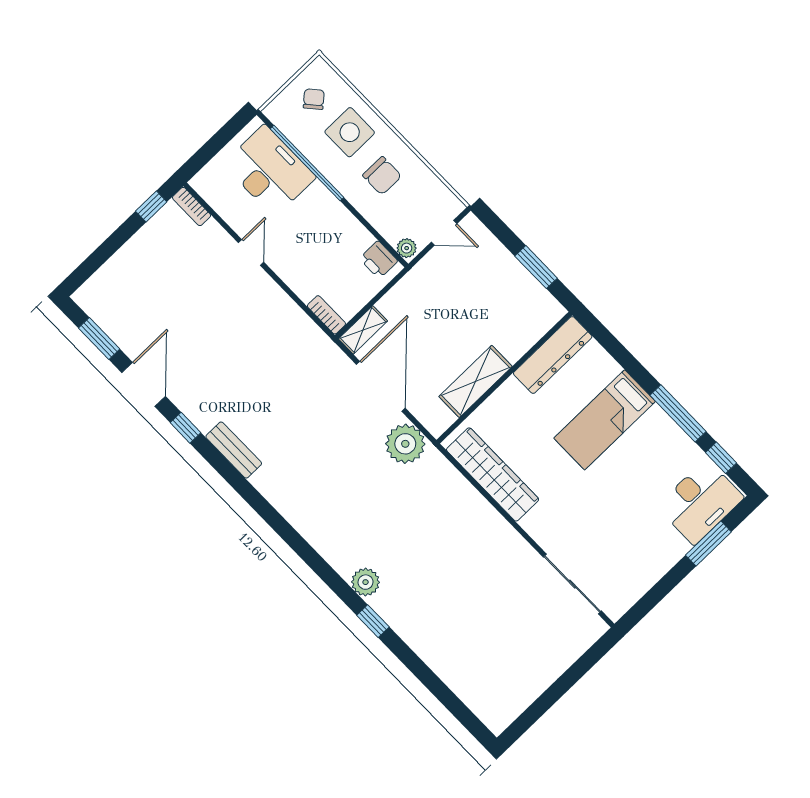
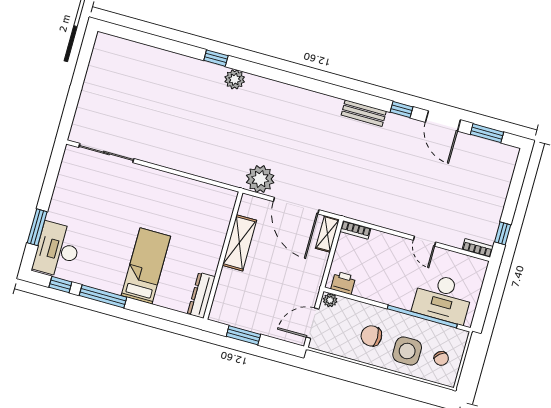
door: (444, 233) -> (313, 323), width x1.37
dresser: (553, 355) -> (201, 295), width x0.73, depth x0.80
wardrobe: (493, 474) -> (195, 192), removed

